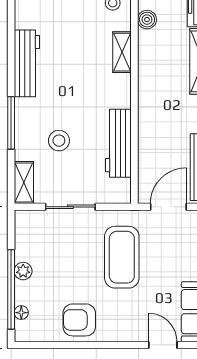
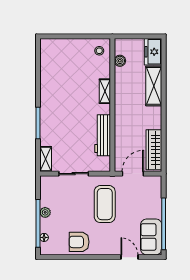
shelving: (122, 52) -> (105, 91), moved
workbench: (27, 63) -> (47, 87), removed
stool: (59, 141) -> (67, 134), removed

